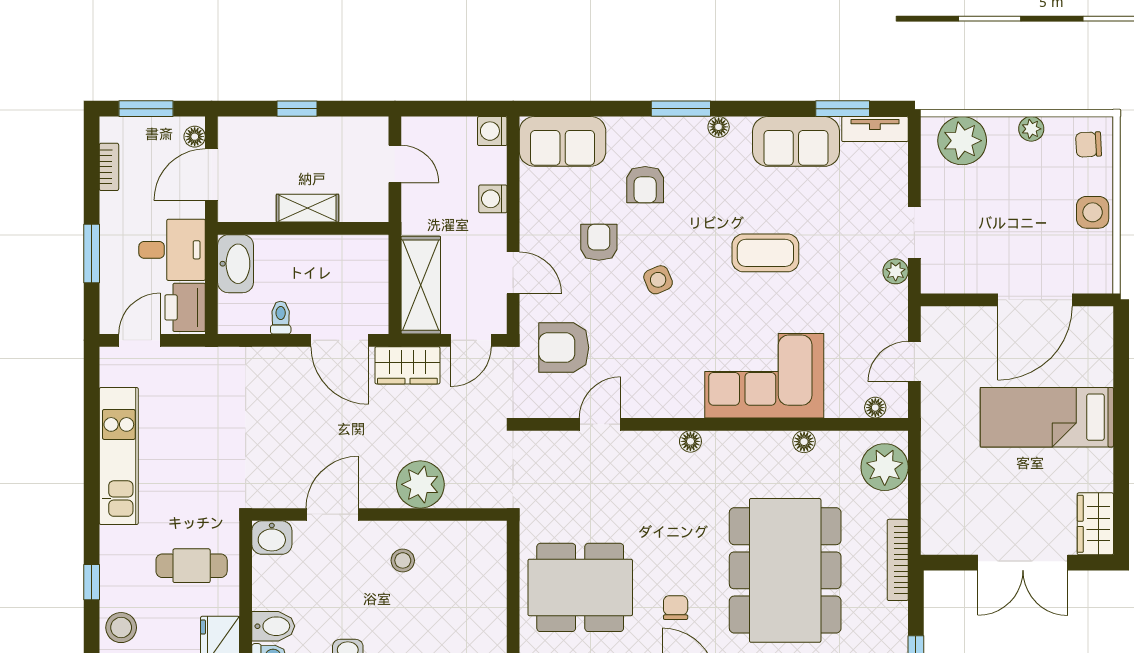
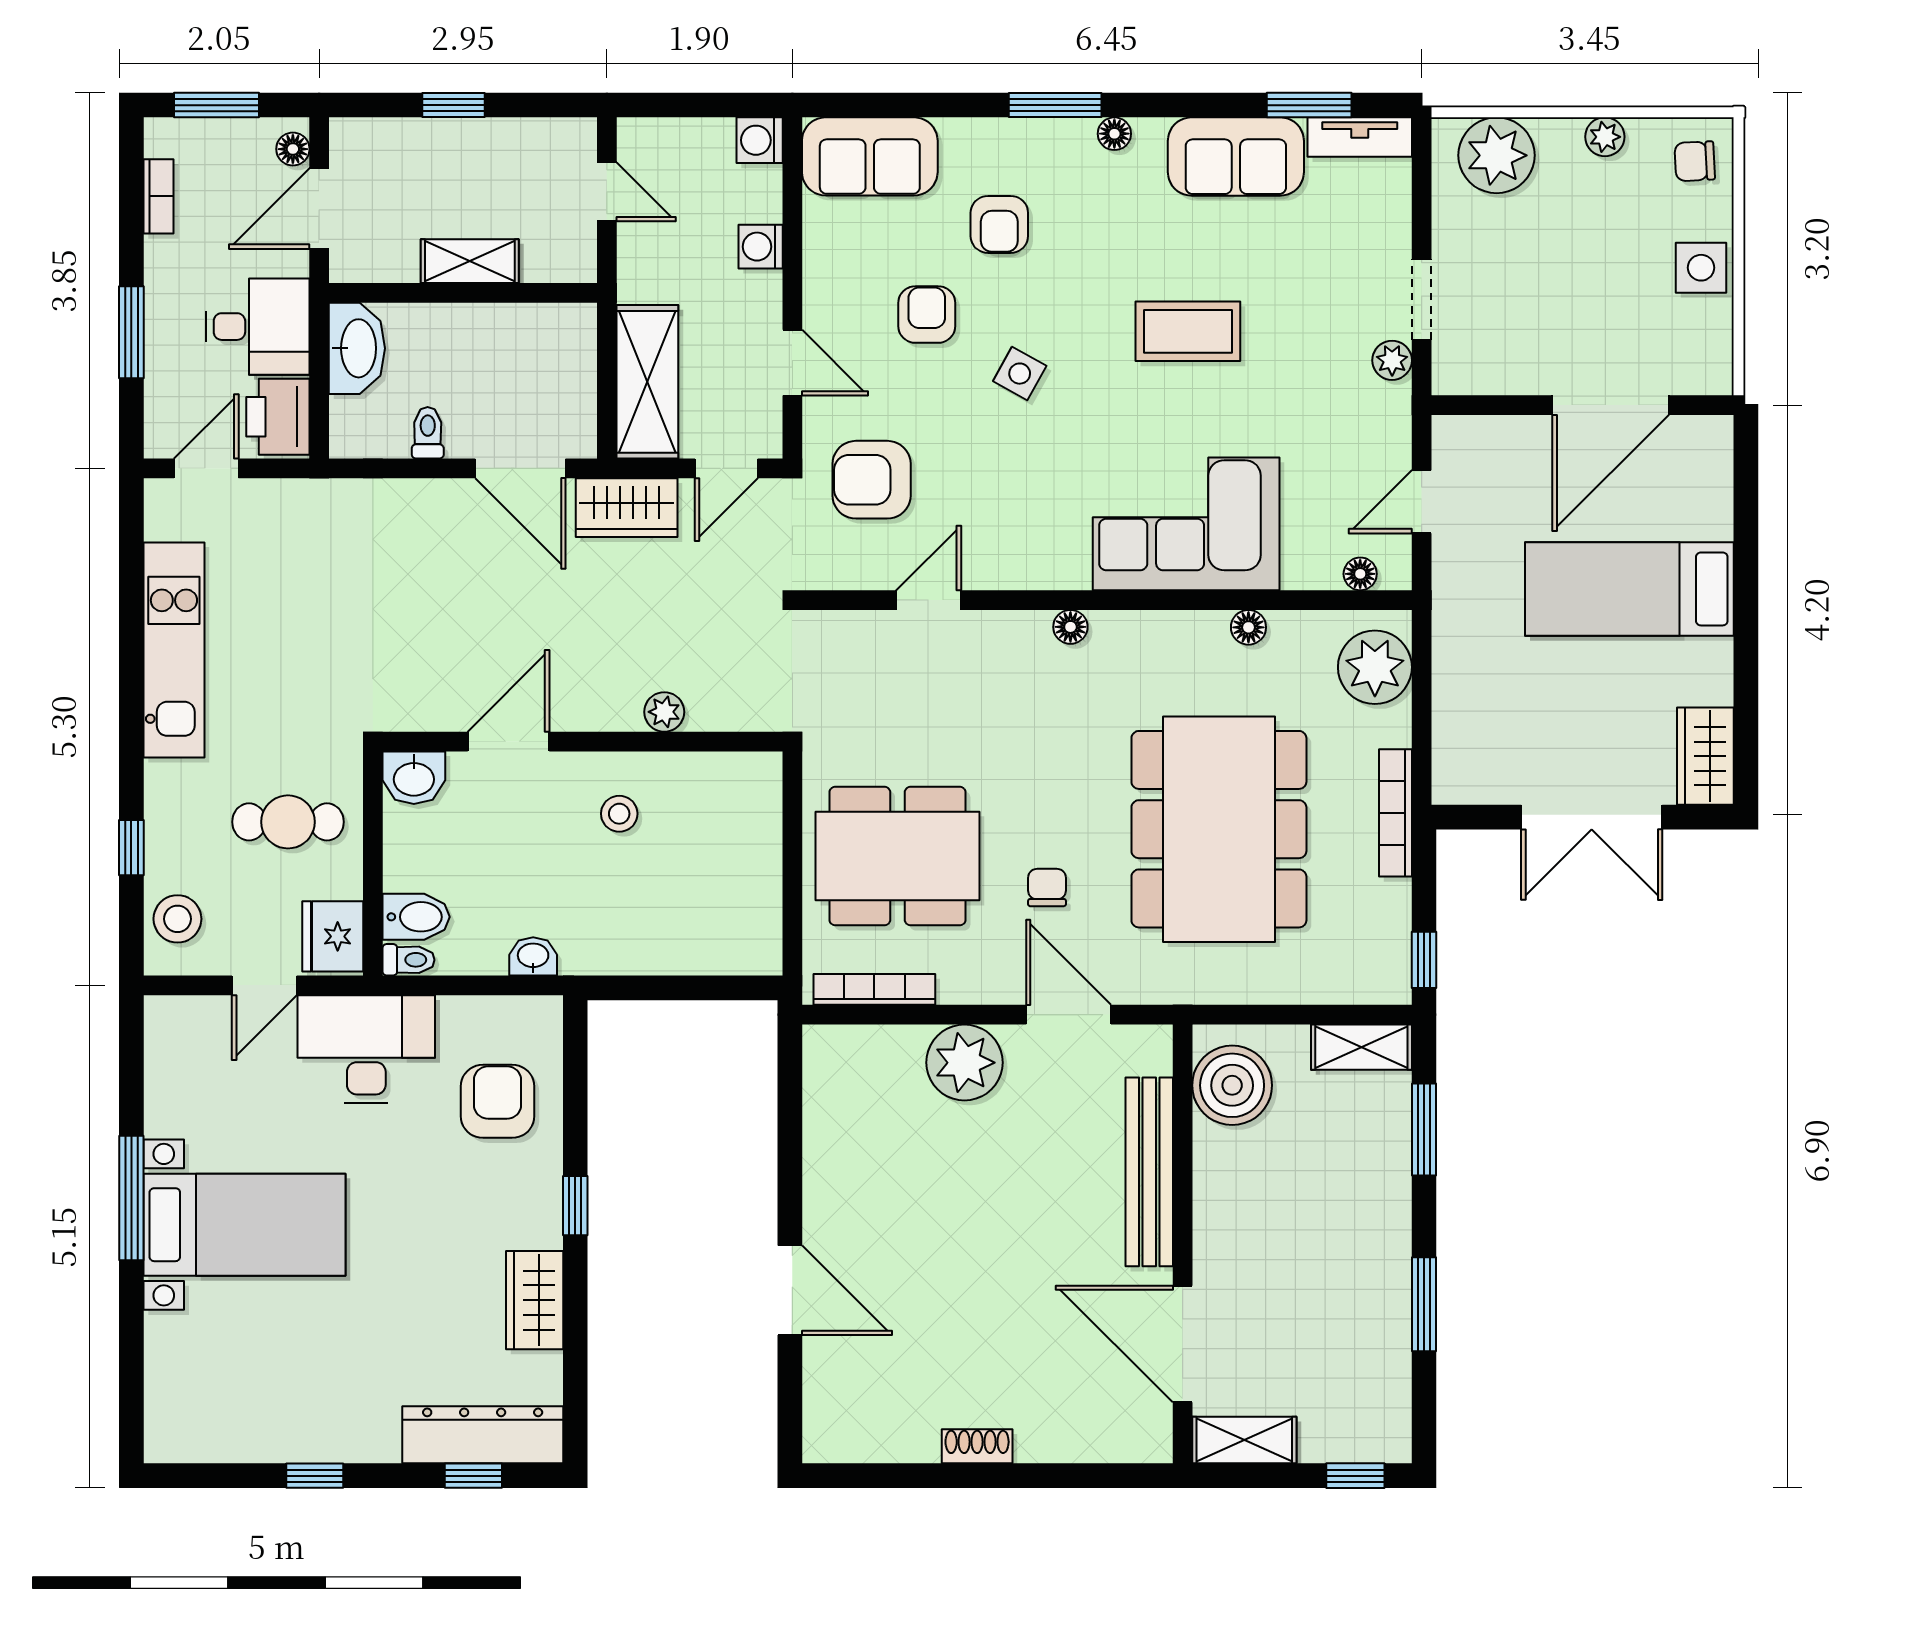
side table: (658, 280) -> (1020, 374), turned -38
plant: (420, 484) -> (664, 712), width x0.53, depth x0.53

